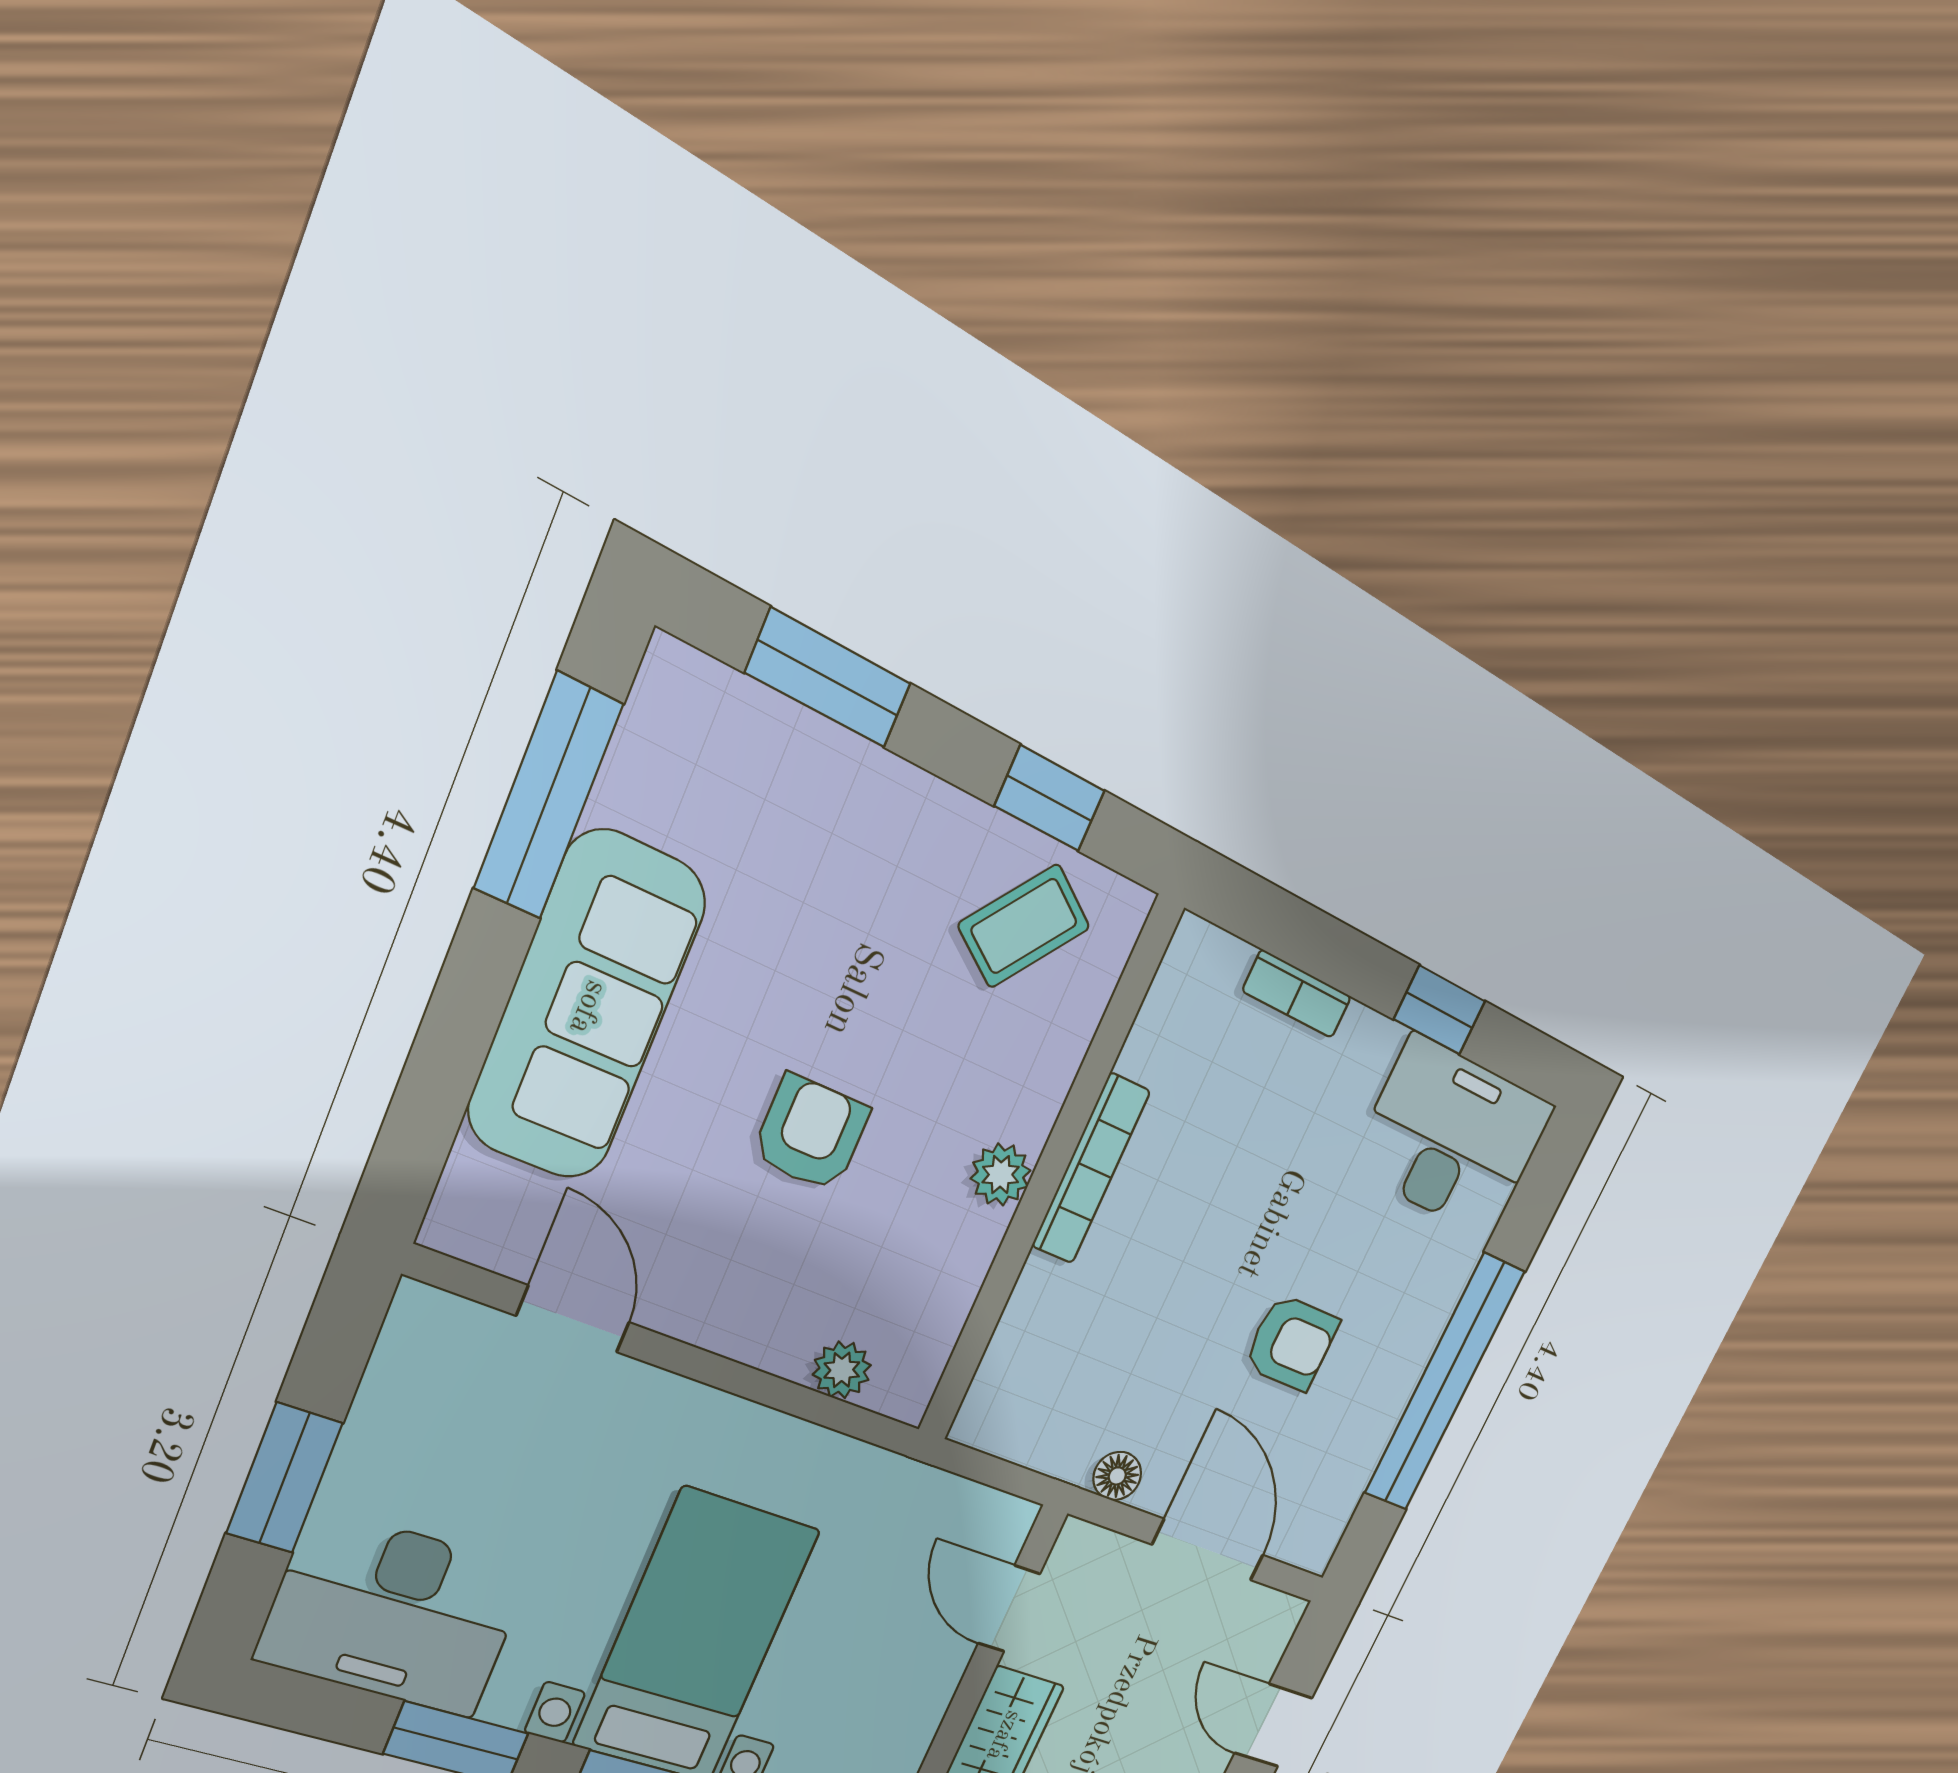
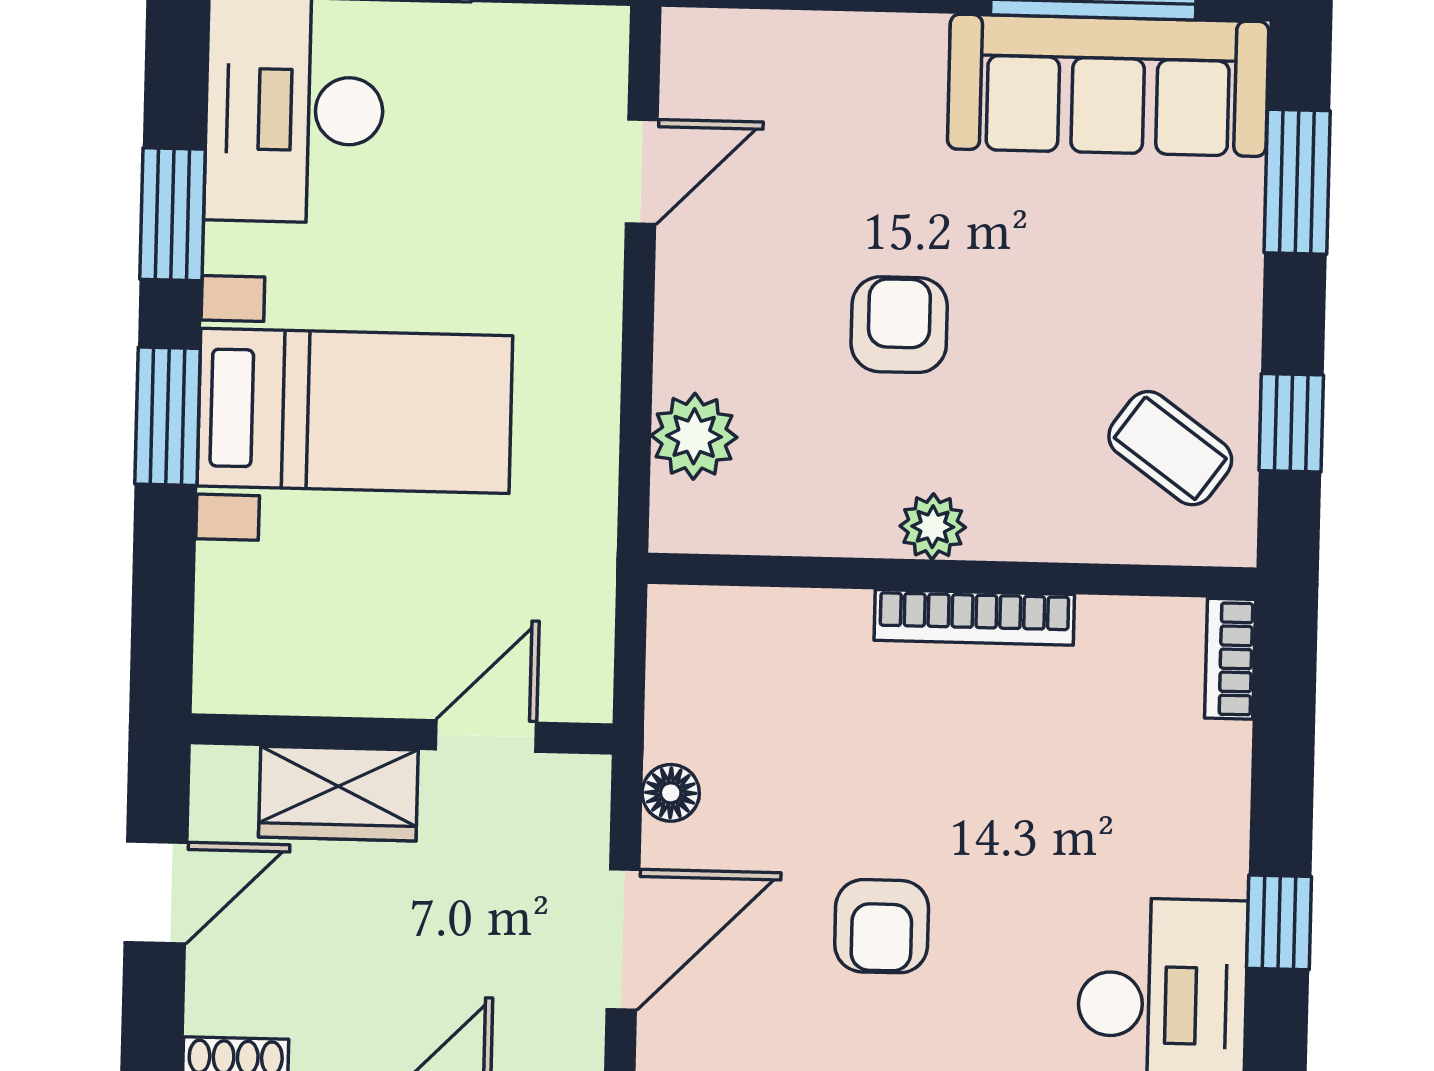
bookcase: (1297, 994) -> (1230, 659), moved
sofa: (587, 1007) -> (1108, 85), moved
armchair: (811, 1133) -> (899, 325), turned -90
plant: (842, 1370) -> (694, 436), width x1.38, depth x1.38

